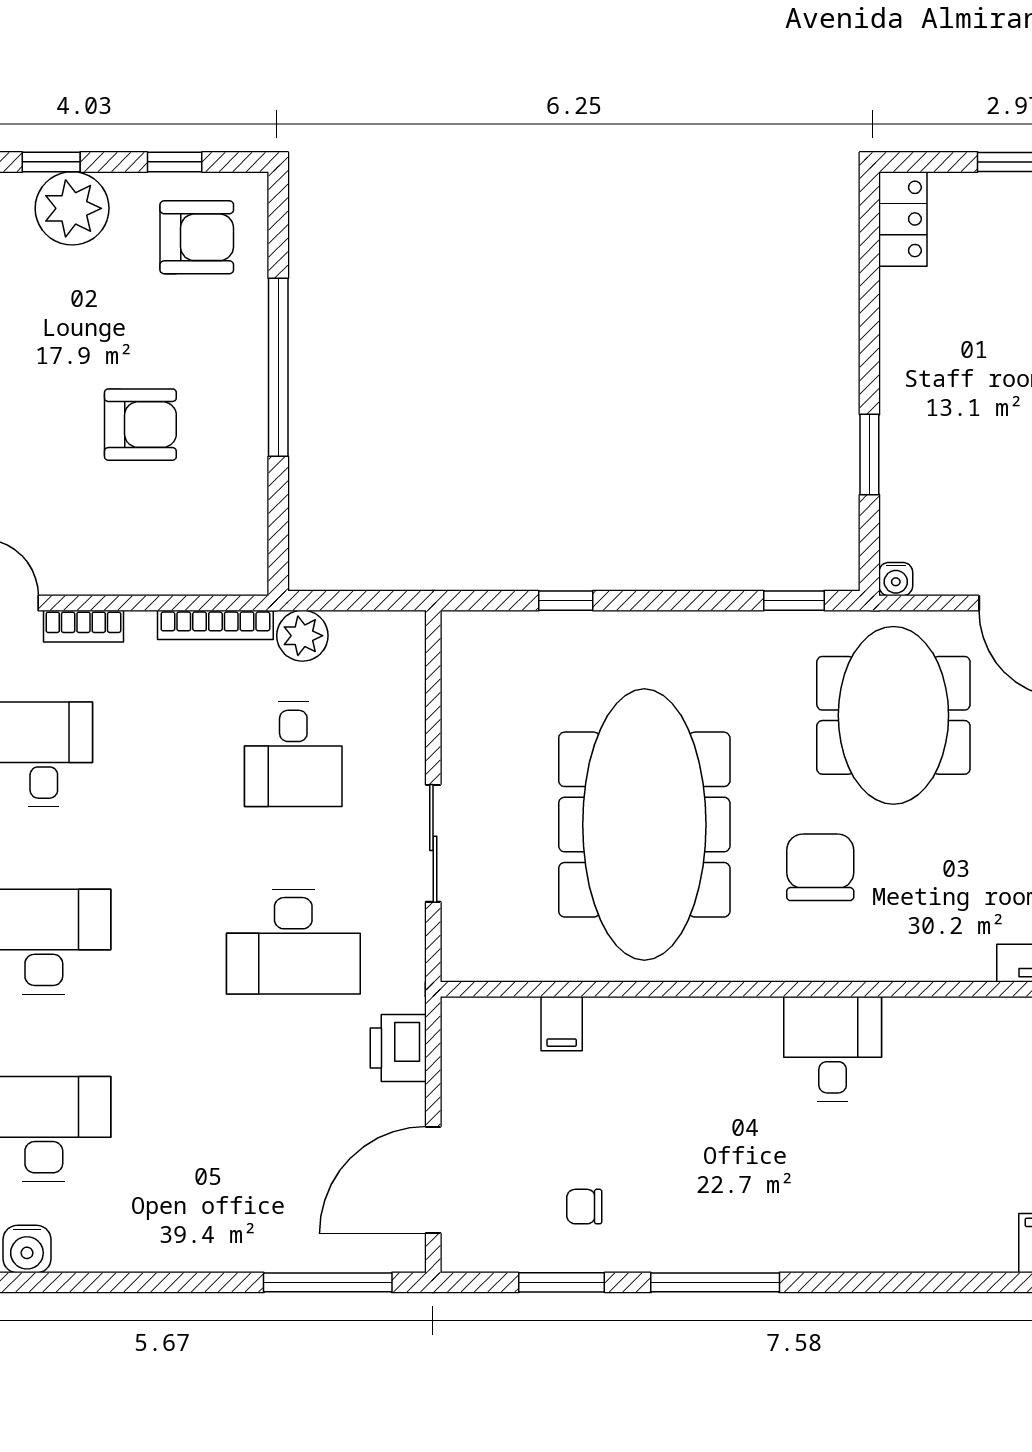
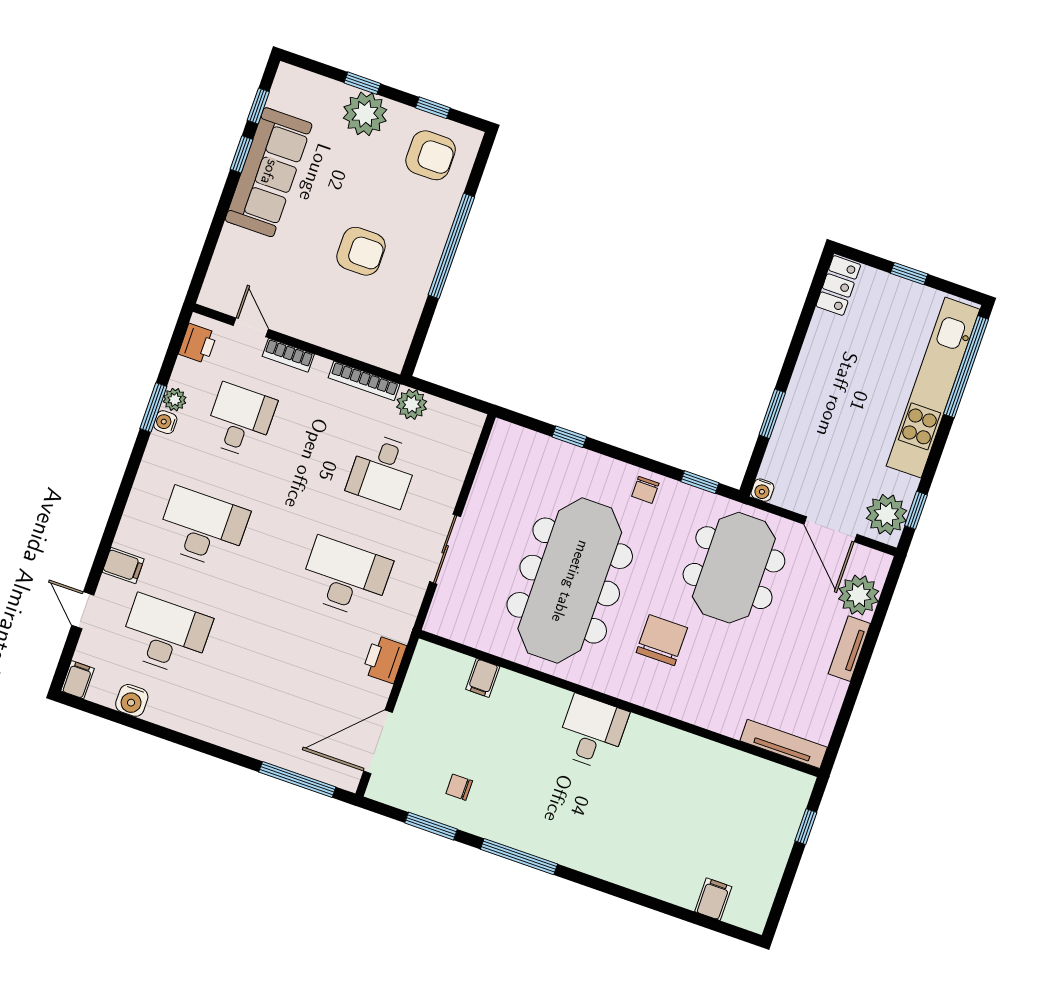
chair: (713, 642) -> (645, 490), added
desk: (293, 942) -> (345, 578), turned 180
desk: (833, 1049) -> (592, 732), moved

